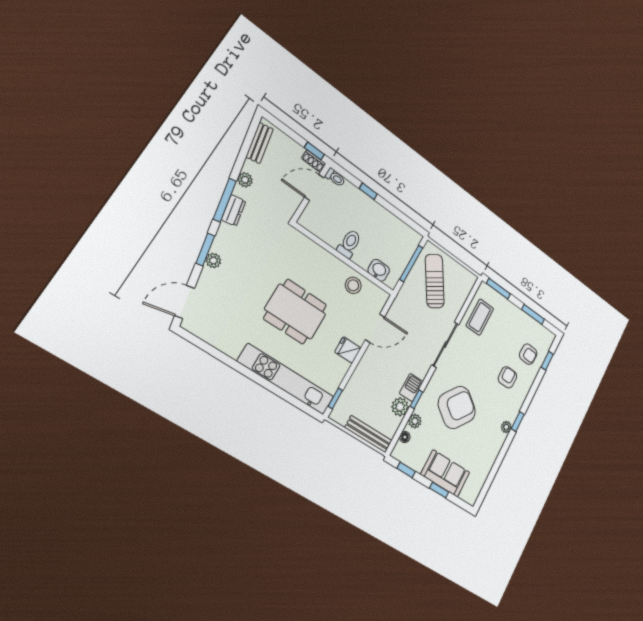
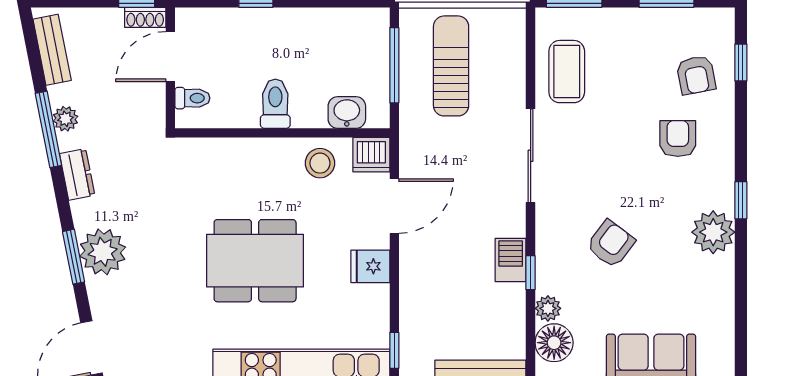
toilet: (335, 178) -> (192, 98), moved
window: (225, 200) -> (48, 129), moved
plant: (213, 260) -> (103, 252), width x1.87, depth x1.87
sun lounger: (435, 281) -> (451, 66), turned 33
dishwasher: (378, 297) -> (371, 155), added
armchair: (528, 354) -> (696, 75), turned 76
plant: (400, 407) -> (509, 301), removed
armchair: (457, 407) -> (611, 244), width x0.53, depth x0.53
plant: (506, 427) -> (713, 232), width x1.88, depth x1.88
floor lamp: (405, 437) -> (554, 343), width x1.89, depth x1.89

